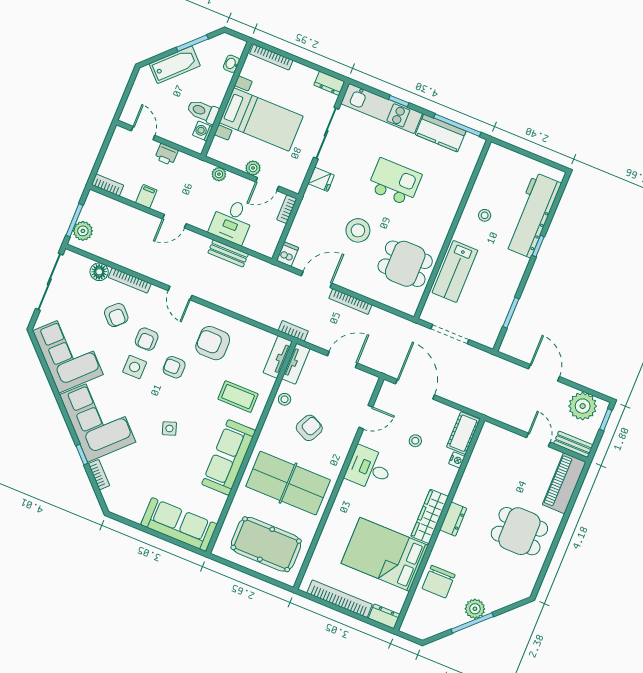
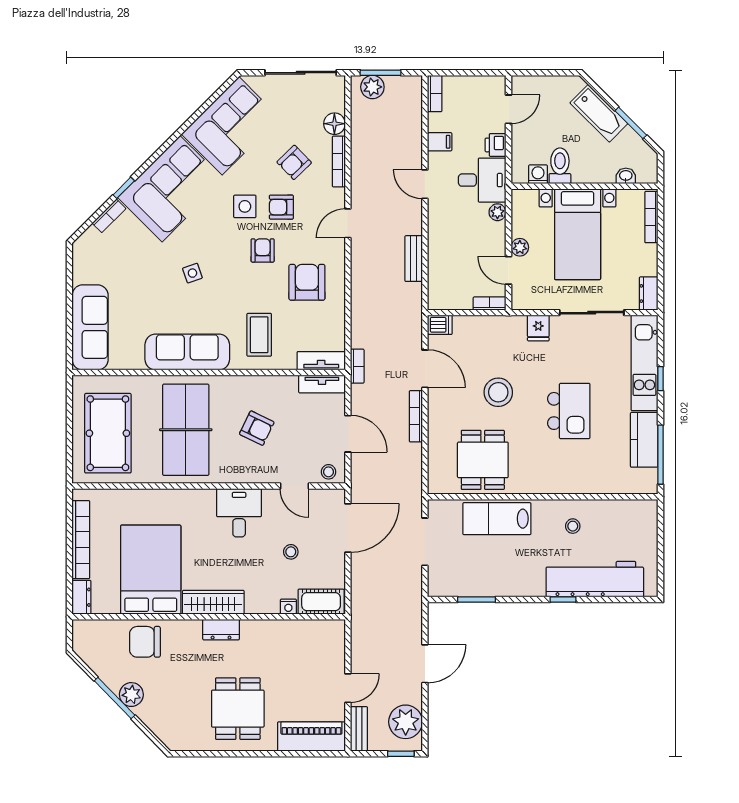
desk: (232, 221) -> (482, 180), moved, turned 180
stool: (285, 399) -> (329, 472), moved

